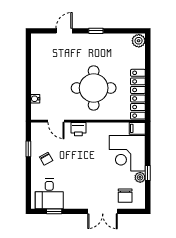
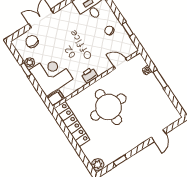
window: (96, 31) -> (120, 161), moved
window: (28, 83) -> (160, 79), added
printer: (78, 129) -> (90, 75), moved

